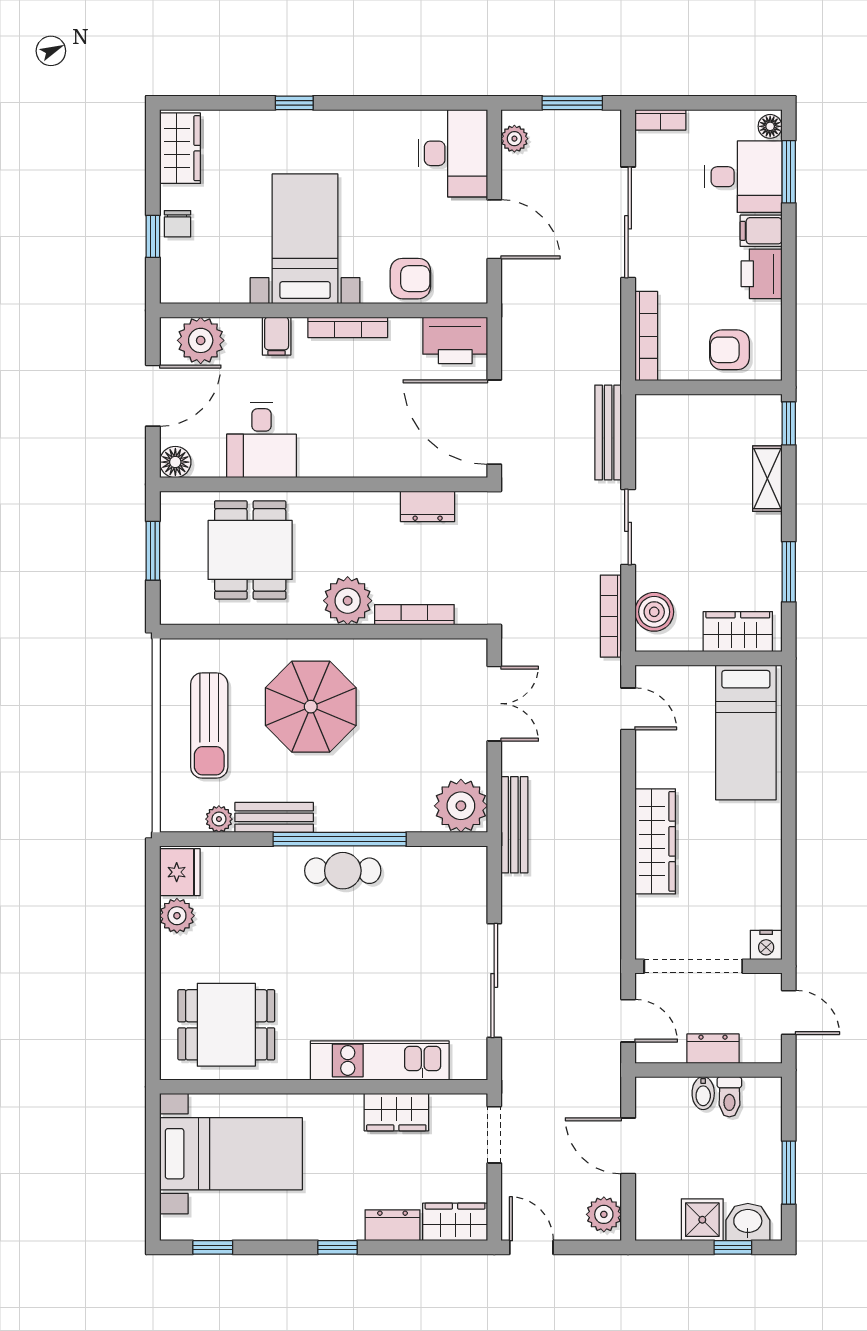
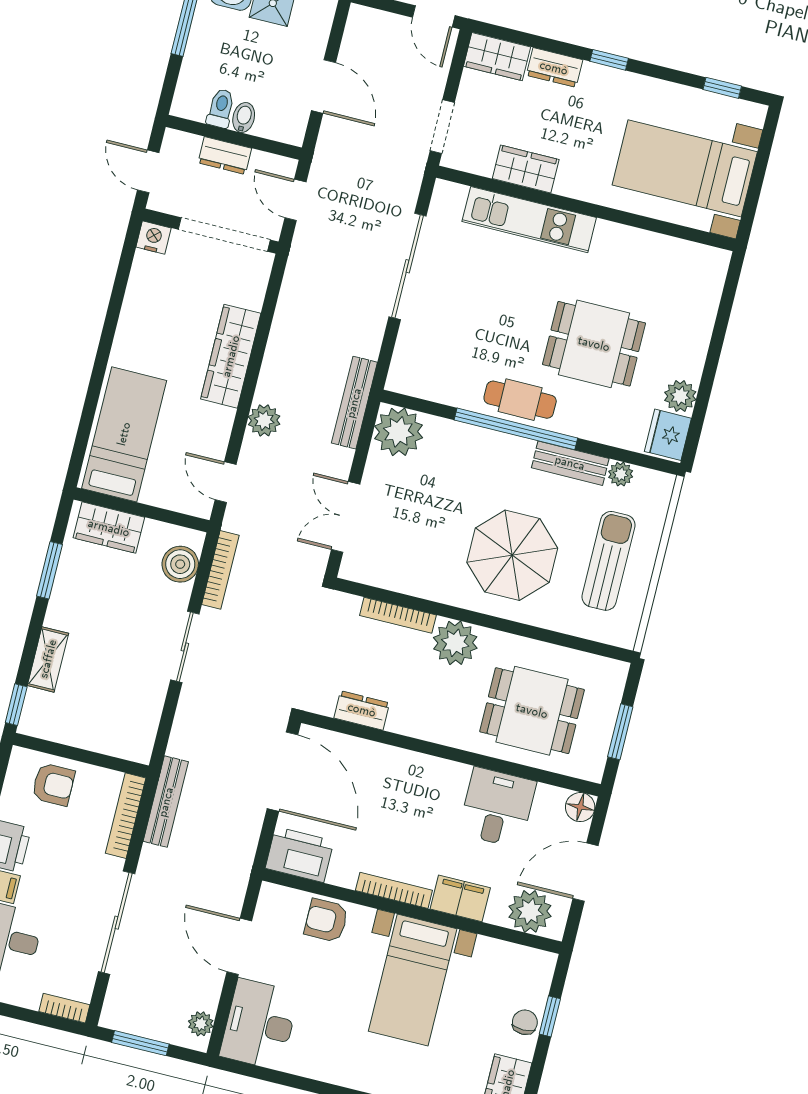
filing cabinet: (277, 336) -> (460, 898), width x2.00
bench: (608, 433) -> (166, 802), moved
dining table: (250, 550) -> (532, 711), turned 90
dining table: (226, 1025) -> (594, 344), moved
plant: (604, 1214) -> (264, 420), moved

